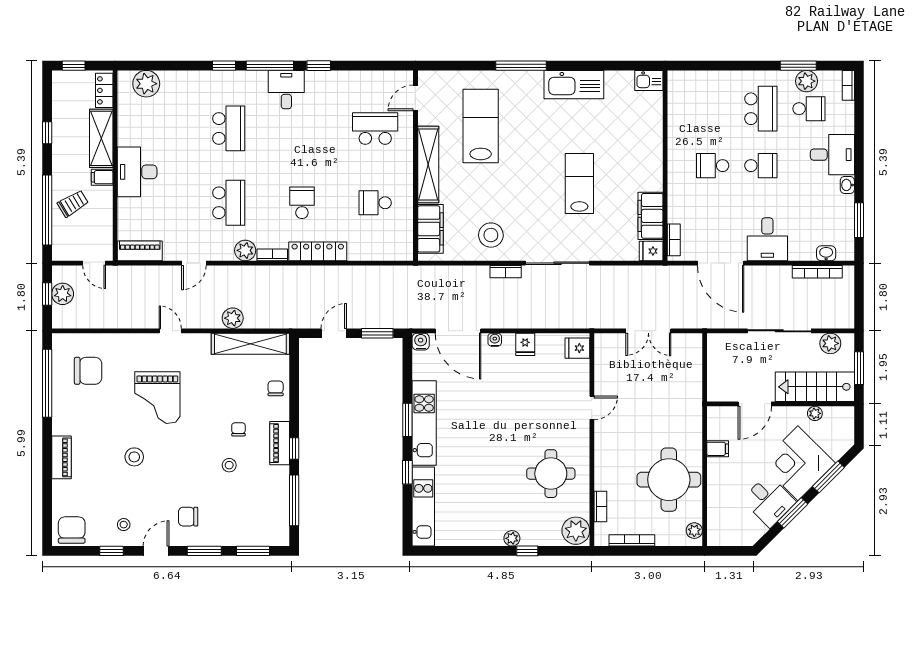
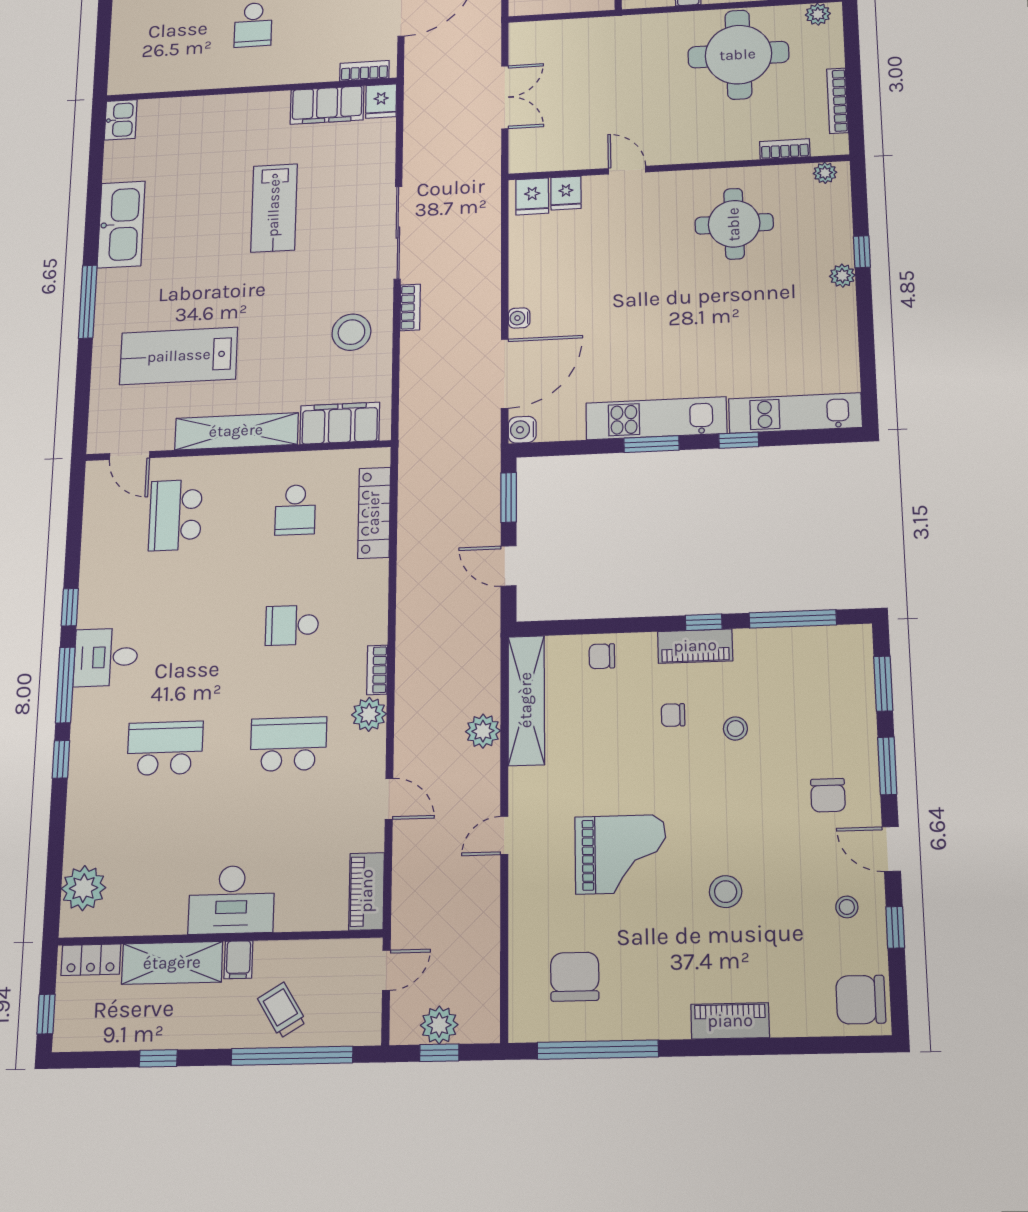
lab bench: (579, 183) -> (274, 208), turned -90
locker: (318, 251) -> (374, 513), moved
fridge: (525, 344) -> (566, 193), moved, turned 90
plant: (576, 531) -> (825, 173), width x0.53, depth x0.53

